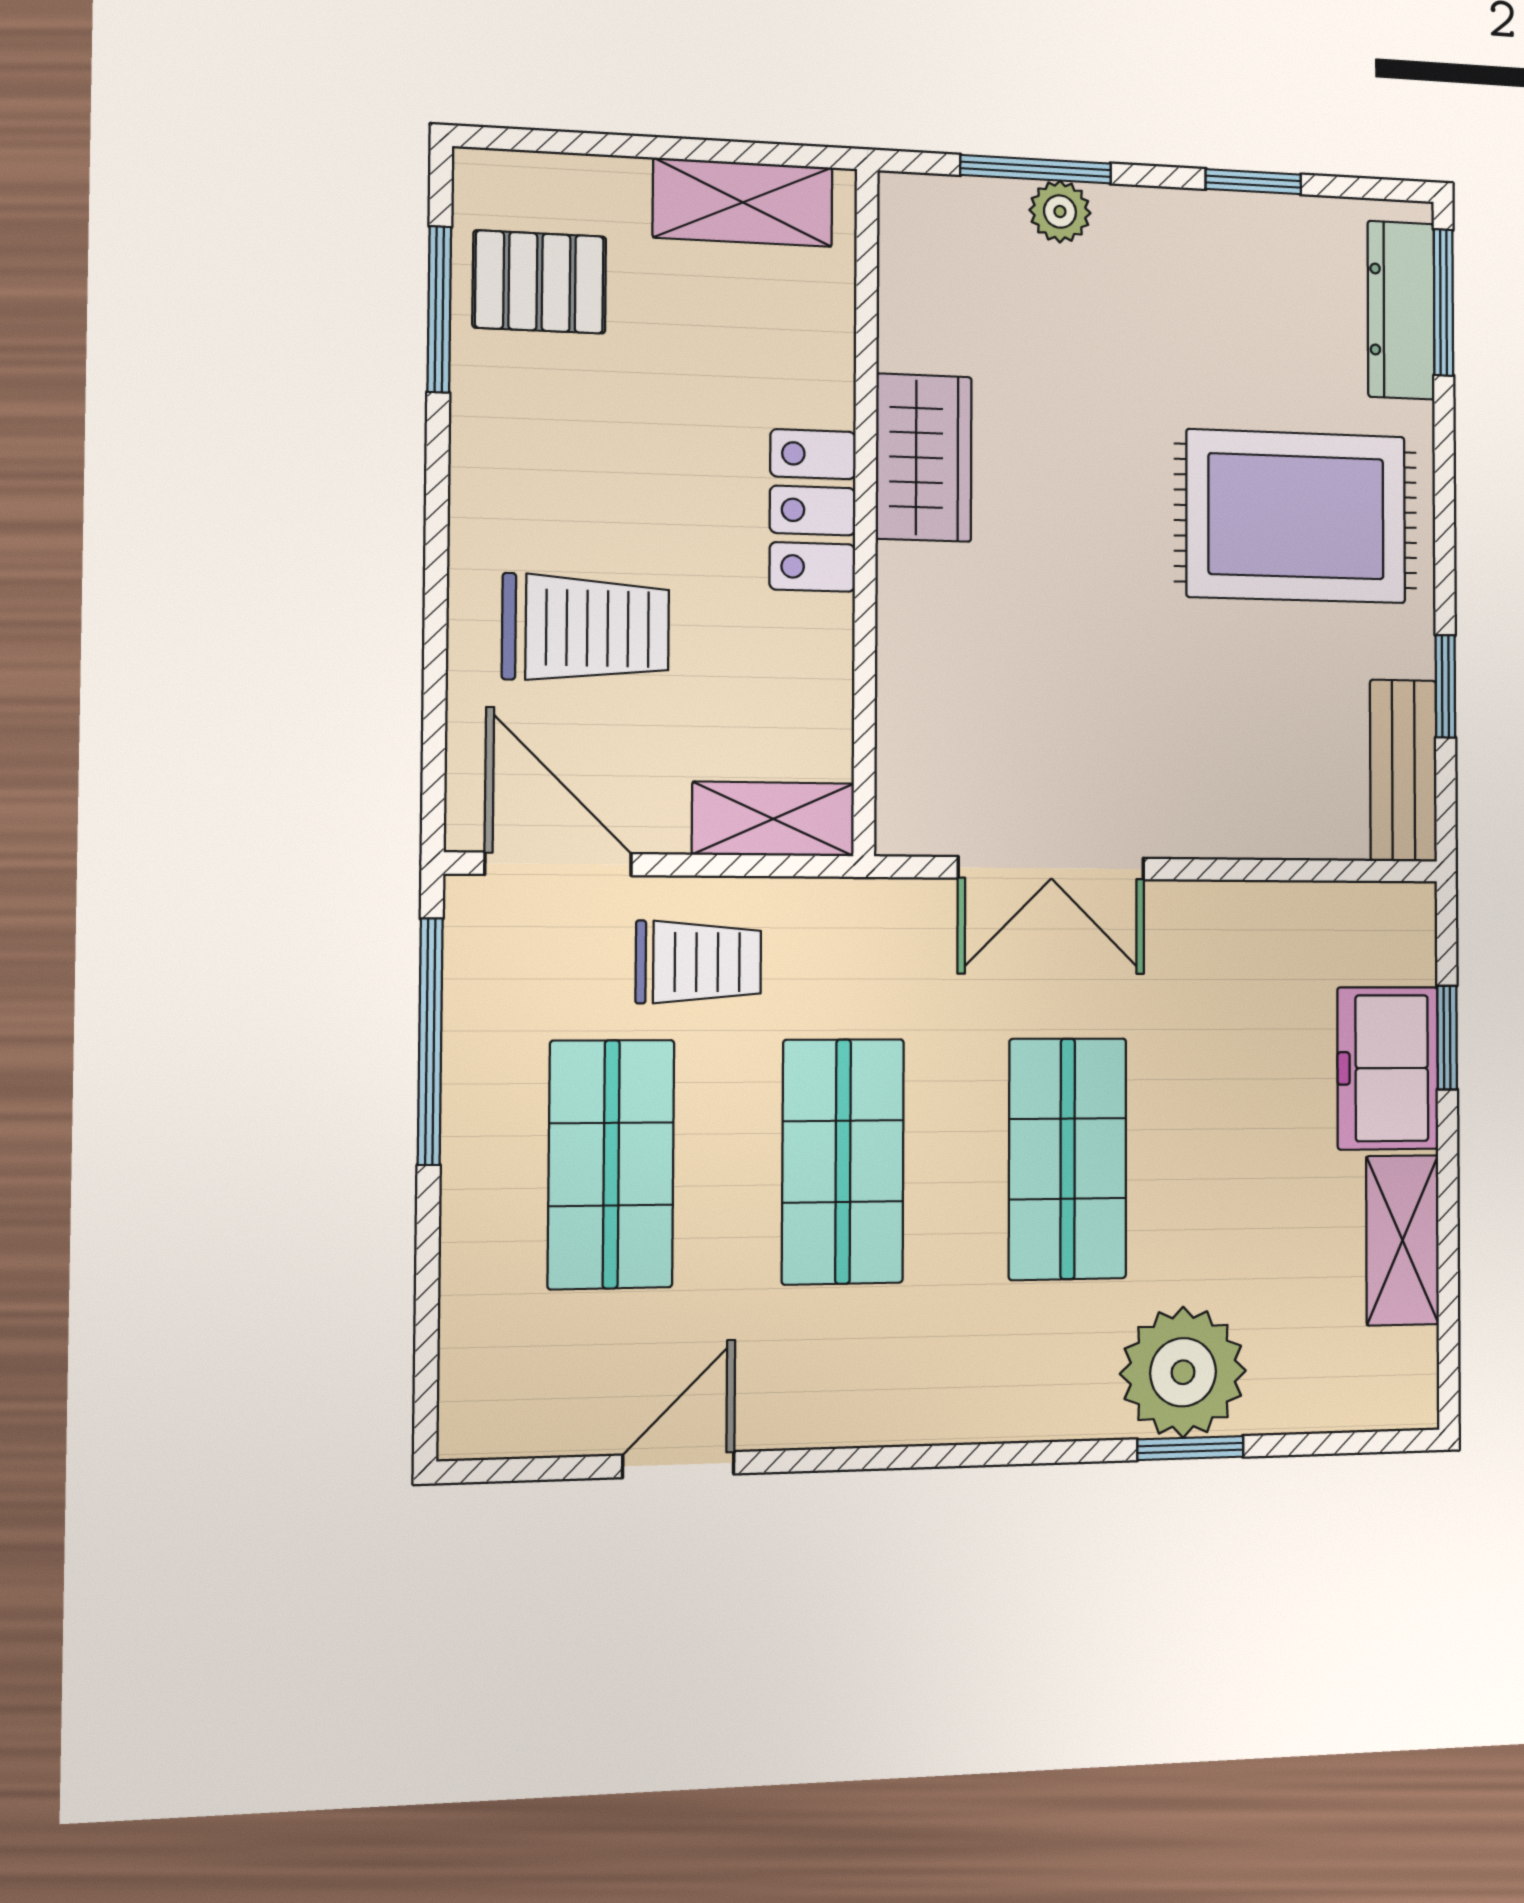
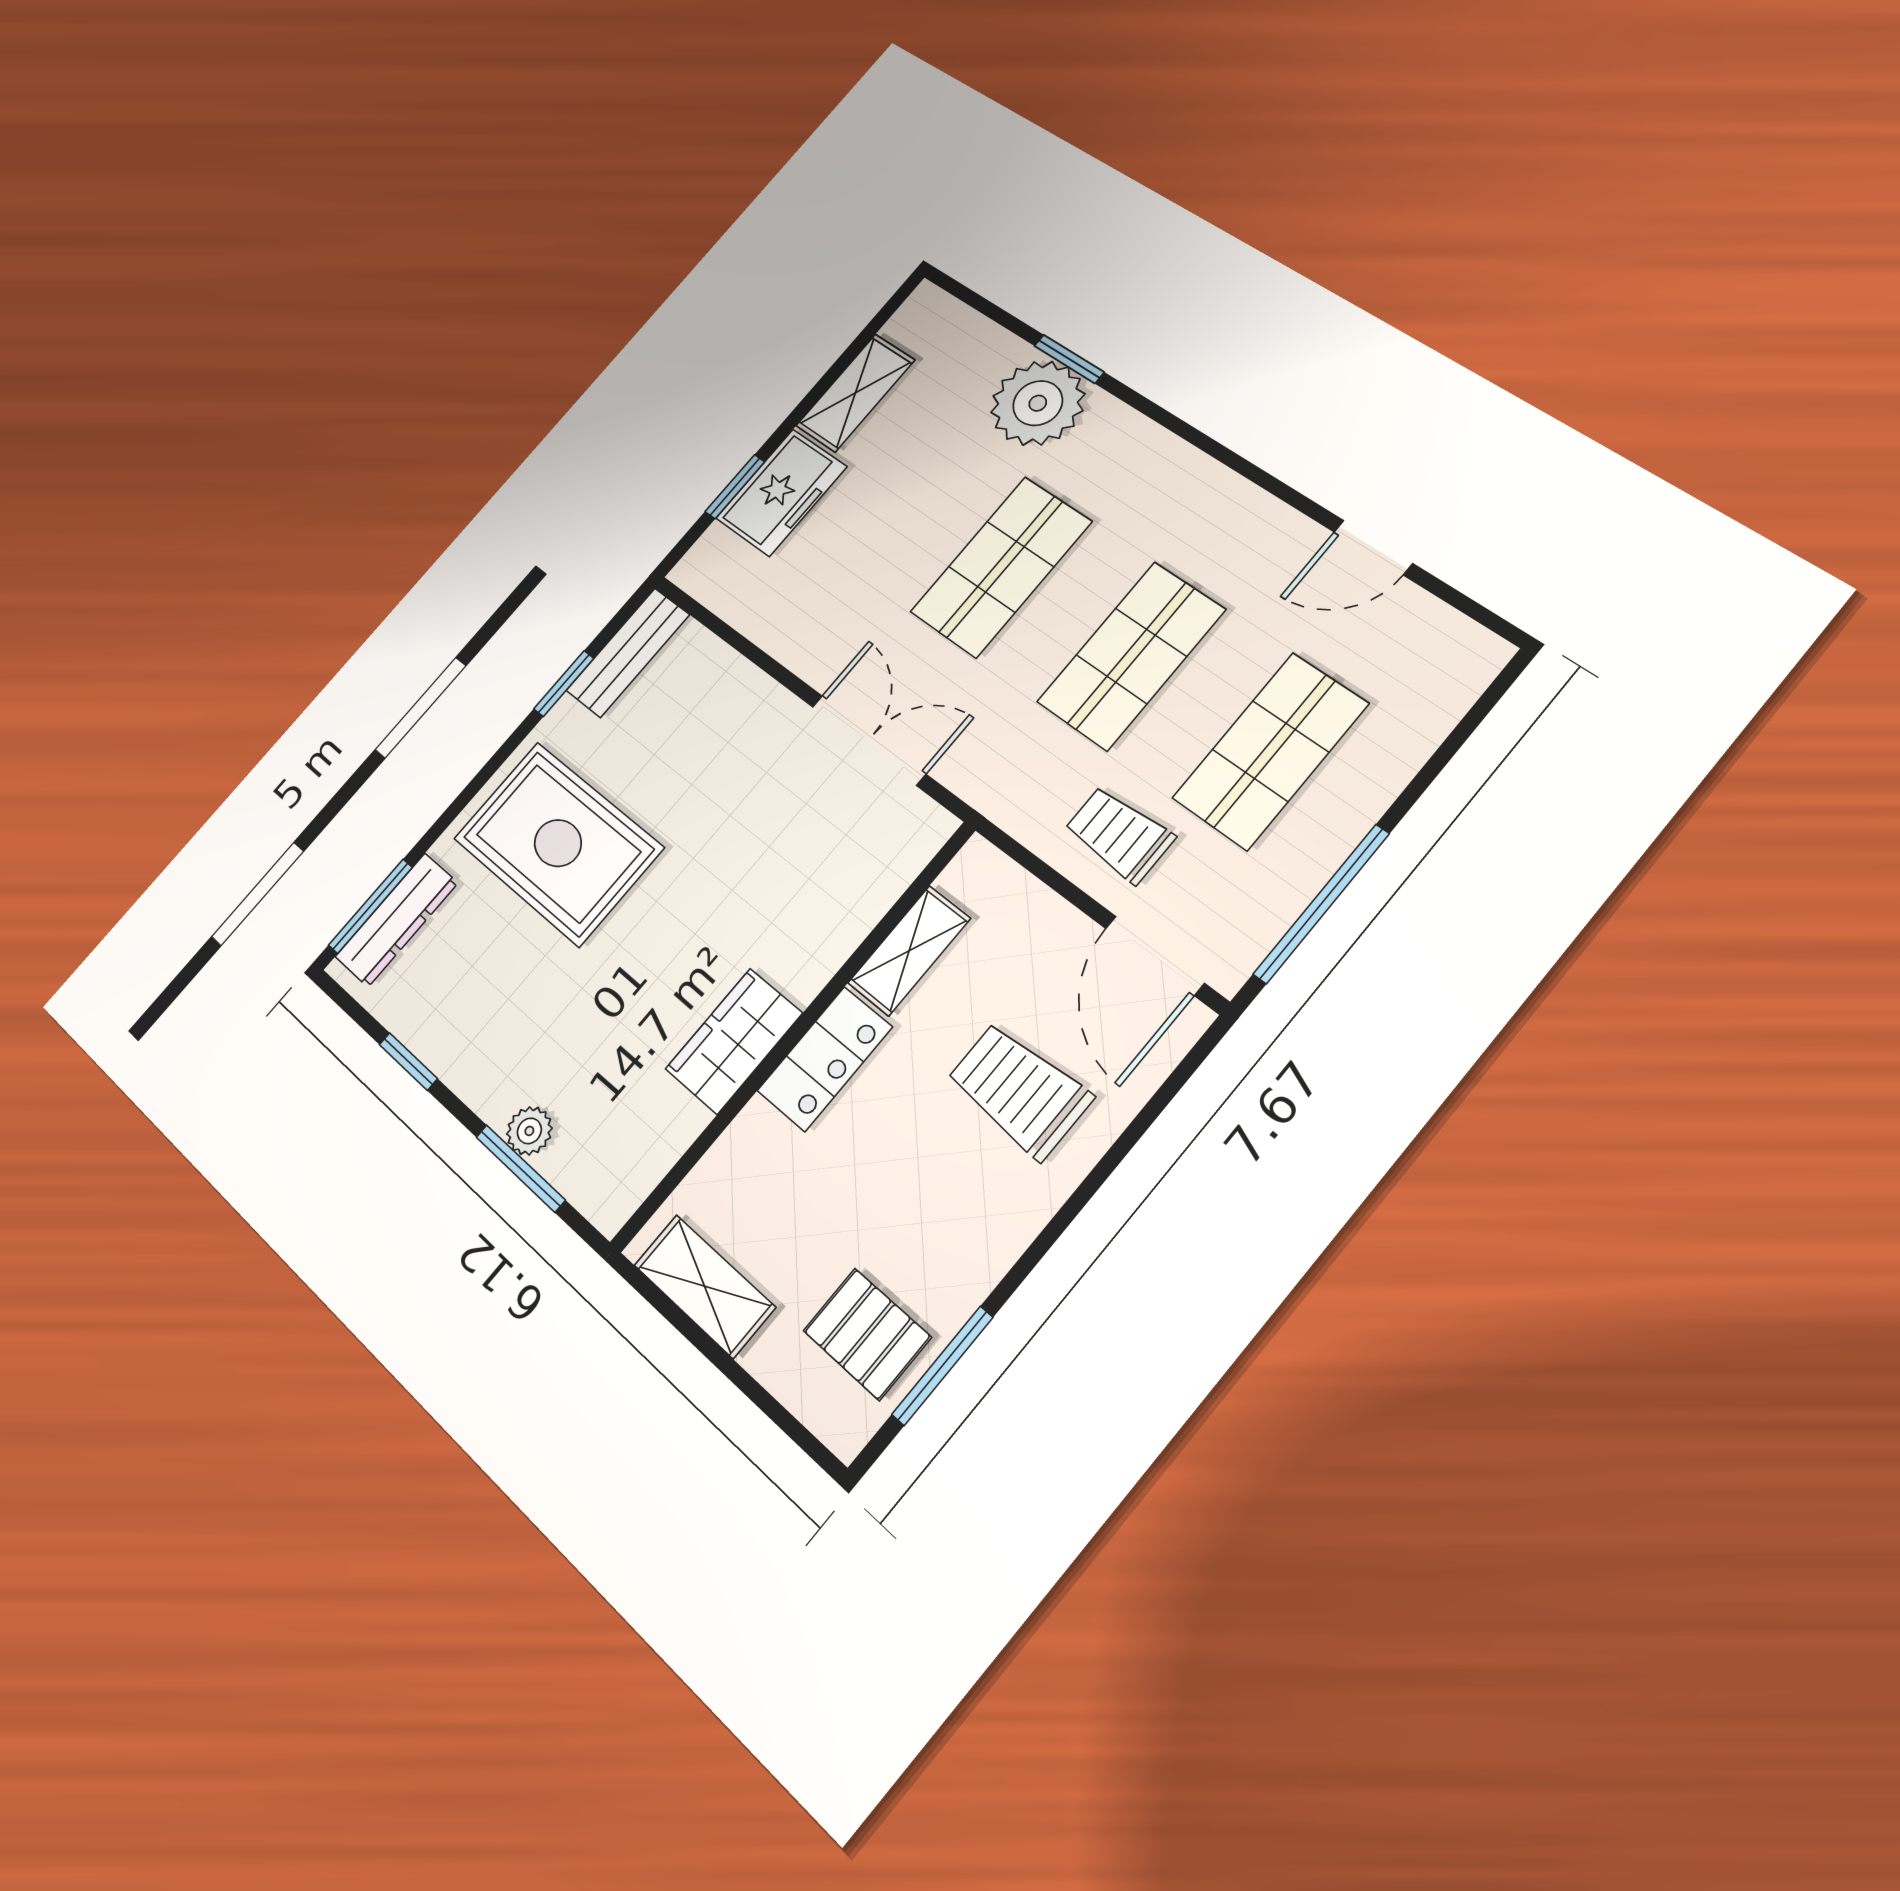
shelving: (773, 819) -> (909, 951), moved, turned 90

